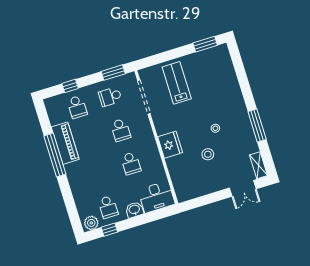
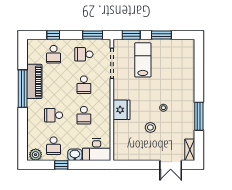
window: (205, 44) -> (161, 35), moved
window: (155, 60) -> (131, 35), added
school desk: (98, 174) -> (54, 115), added
window: (109, 230) -> (61, 165), moved

